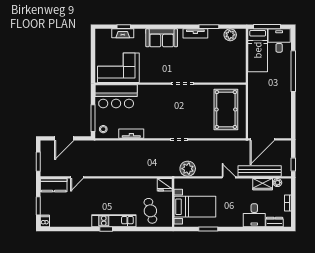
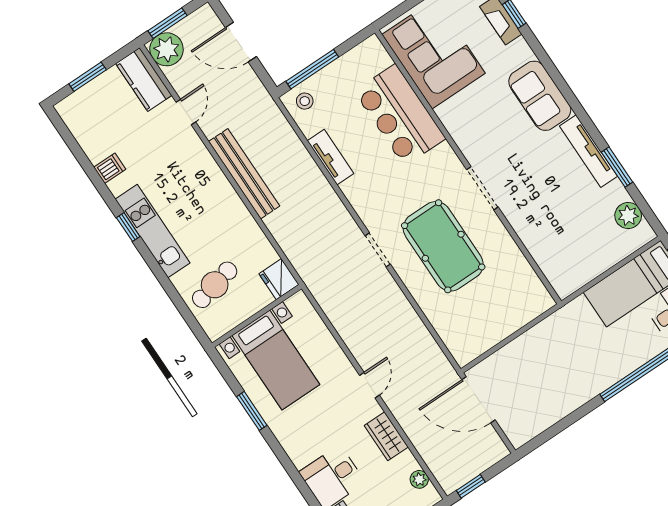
tv unit: (195, 33) -> (589, 151), width x1.41
bar counter: (116, 96) -> (400, 115), moved
pool table: (226, 110) -> (443, 246), moved, turned 90
plant: (188, 169) -> (167, 49), moved
bench: (260, 171) -> (244, 174), moved
door: (77, 177) -> (186, 112), swing flipped
wardrobe: (263, 184) -> (386, 436), moved
dishwasher: (45, 221) -> (110, 168), moved

